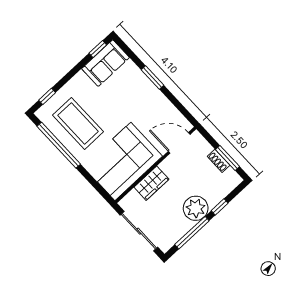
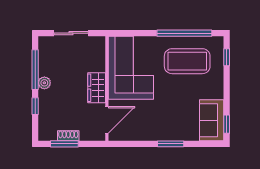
wardrobe: (151, 183) -> (97, 88), moved
plant: (196, 208) -> (44, 83), width x0.53, depth x0.53
sliding door: (139, 231) -> (71, 33), width x0.73

